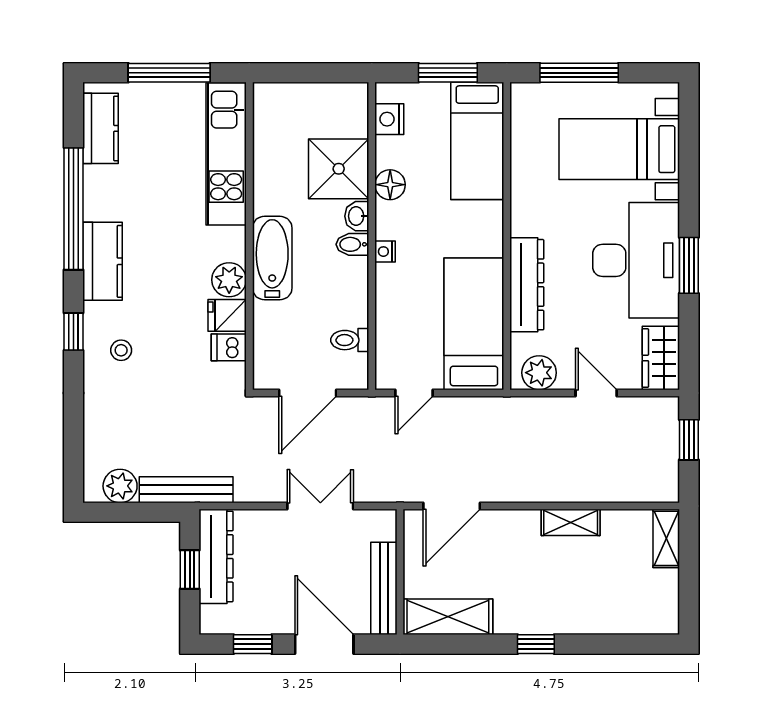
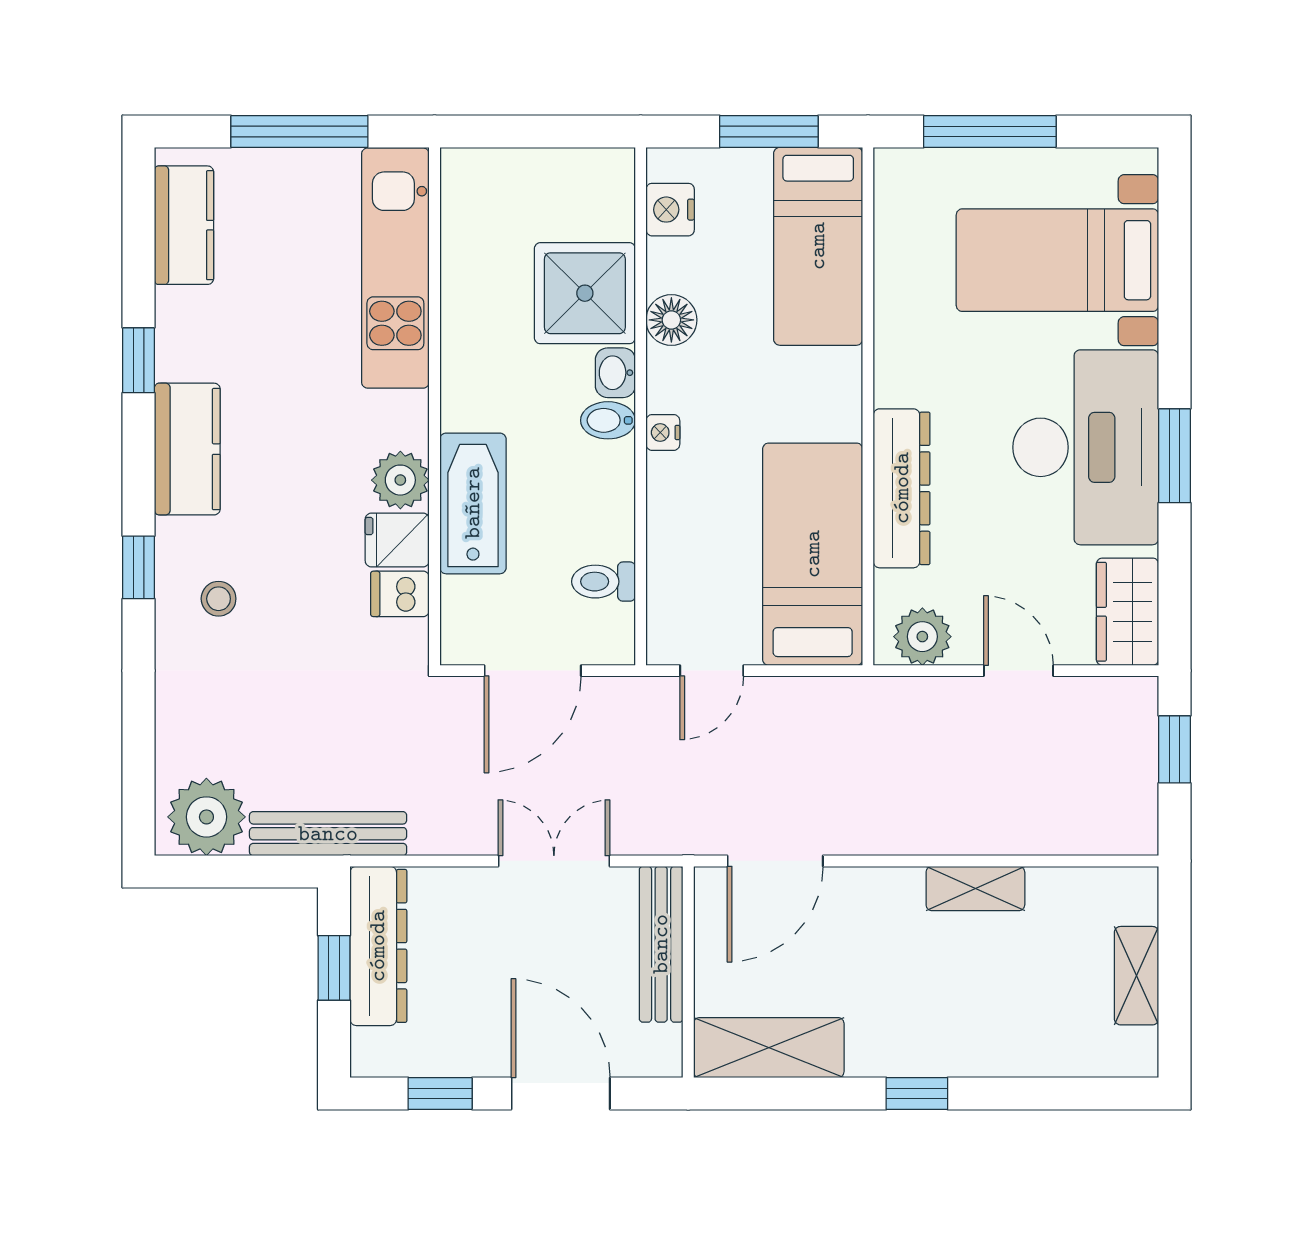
window: (74, 209) -> (139, 360), width x0.32
bathtub: (272, 258) -> (473, 503), moved
plant: (120, 486) -> (206, 817), width x1.36, depth x1.36
shelving: (666, 538) -> (1137, 976), moved
bench: (384, 588) -> (661, 944), moved

